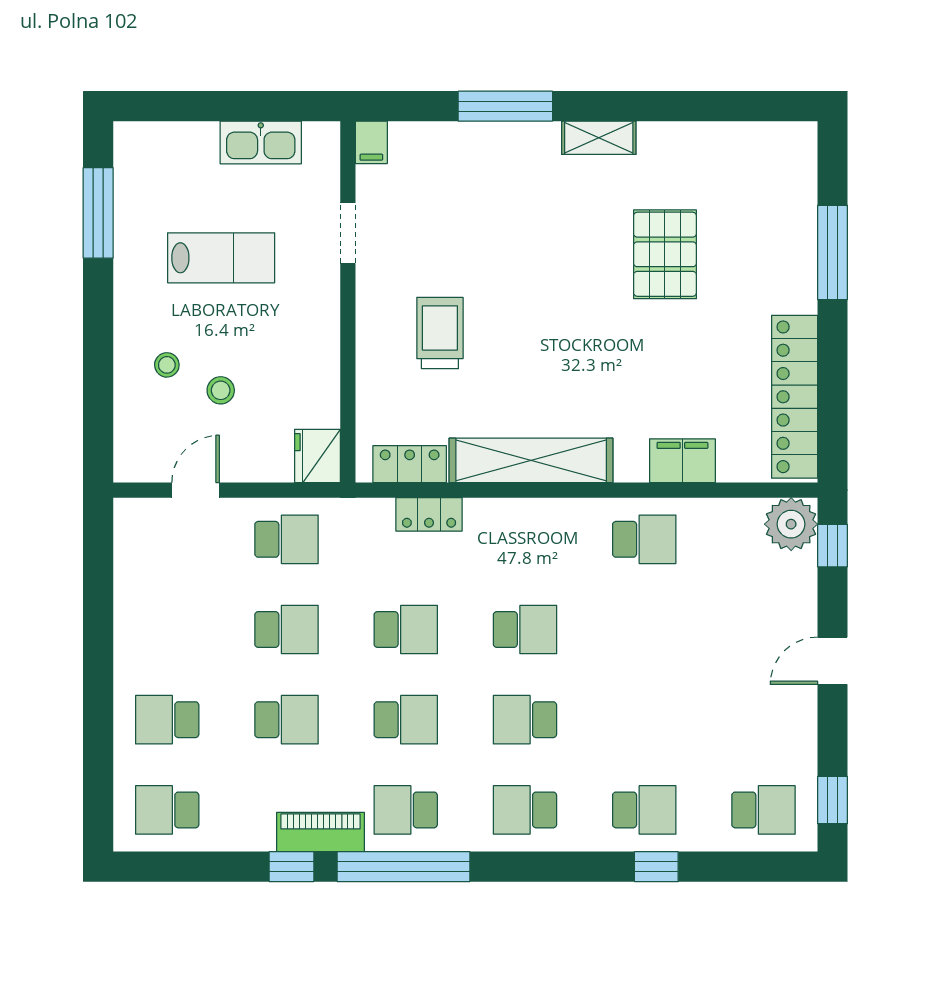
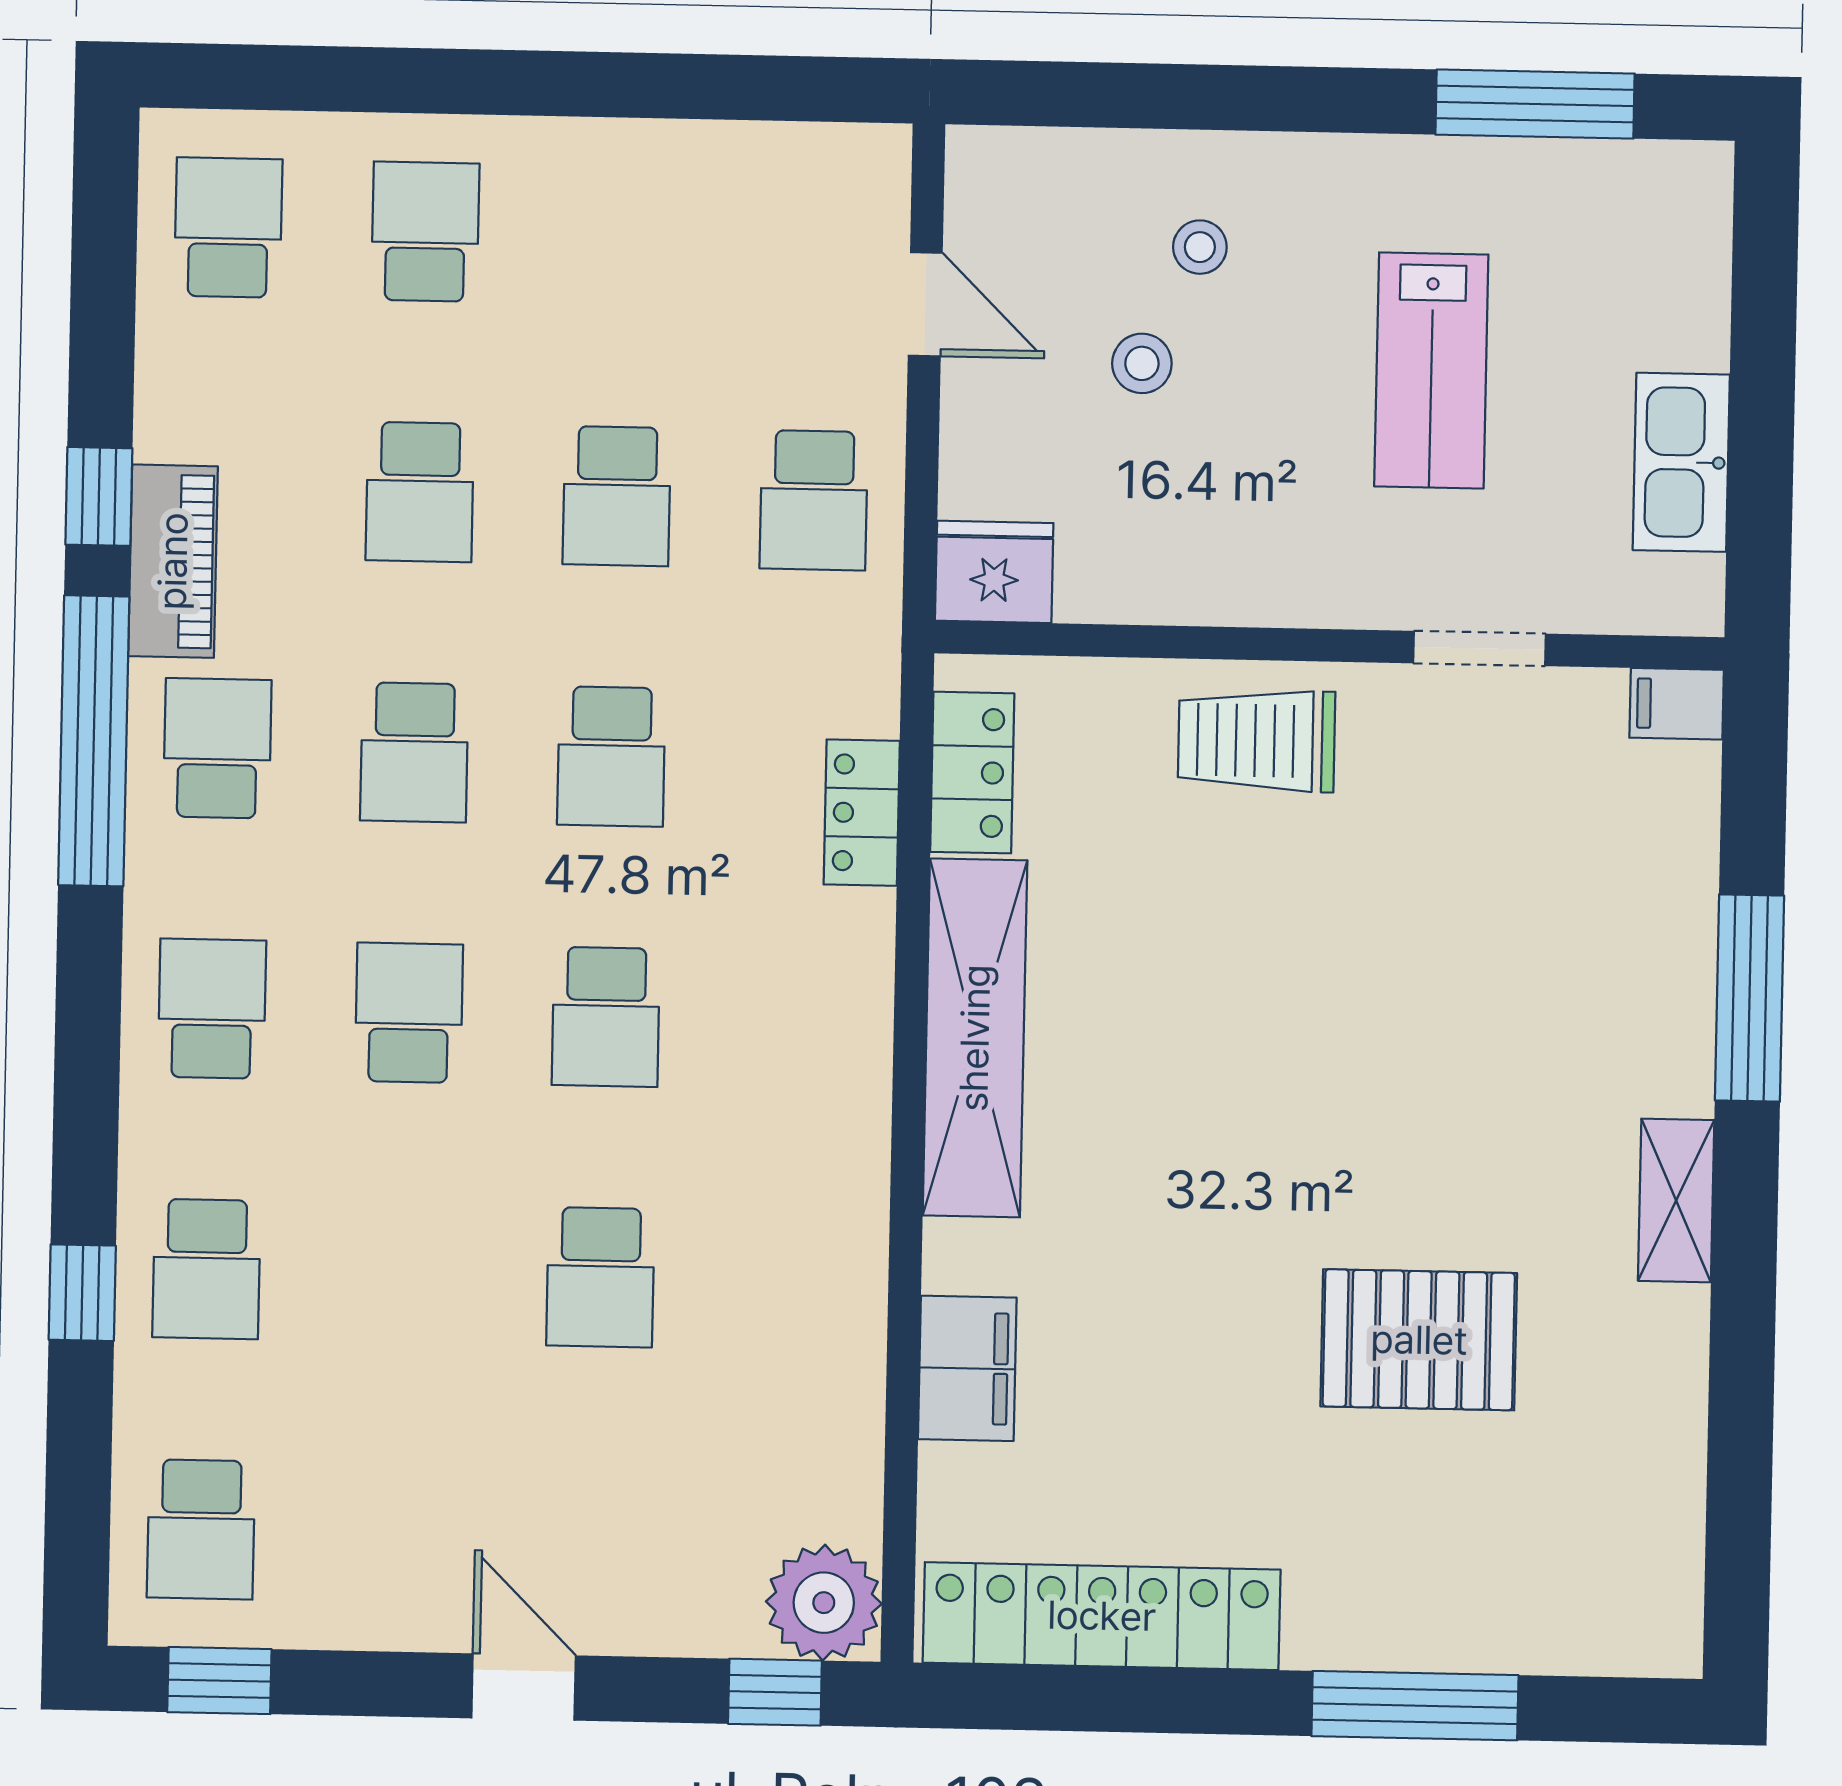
trolley: (440, 333) -> (1256, 741), moved, turned 180
school desk: (644, 539) -> (600, 1277), moved

